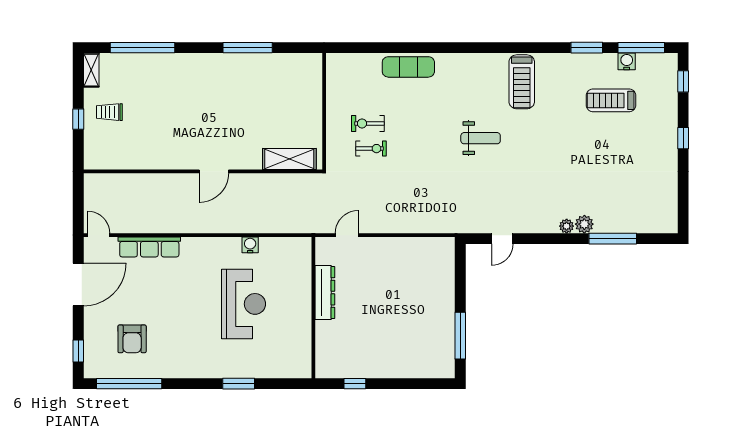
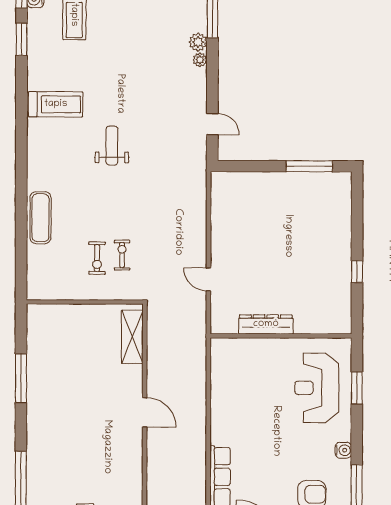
water cooler: (250, 245) -> (343, 450), moved, turned 180
dresser: (325, 293) -> (266, 324), moved
reception desk: (244, 304) -> (317, 388), moved, turned -90
wall: (313, 308) -> (281, 336), moved

